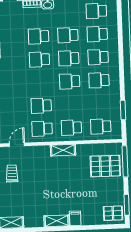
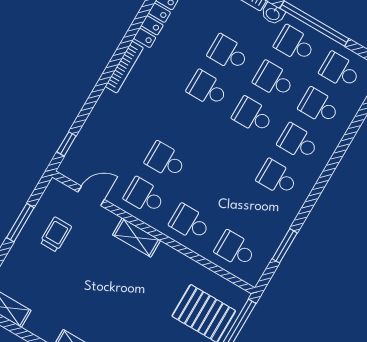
school desk: (70, 81) -> (295, 44), moved
shelving: (63, 150) -> (136, 238), moved

